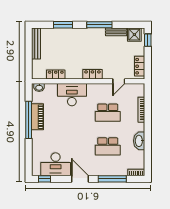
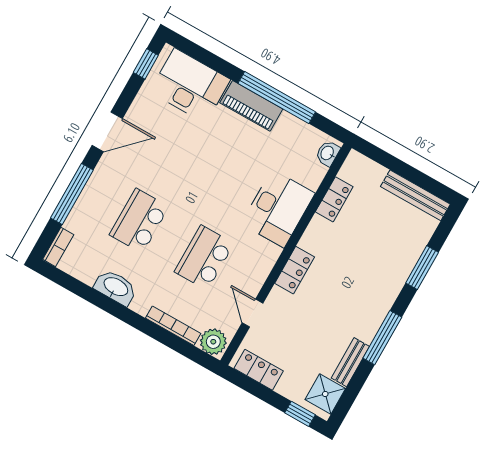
plant: (139, 90) -> (213, 342), added
piano: (38, 117) -> (251, 106), moved
desk: (56, 164) -> (190, 86), moved, turned 90

